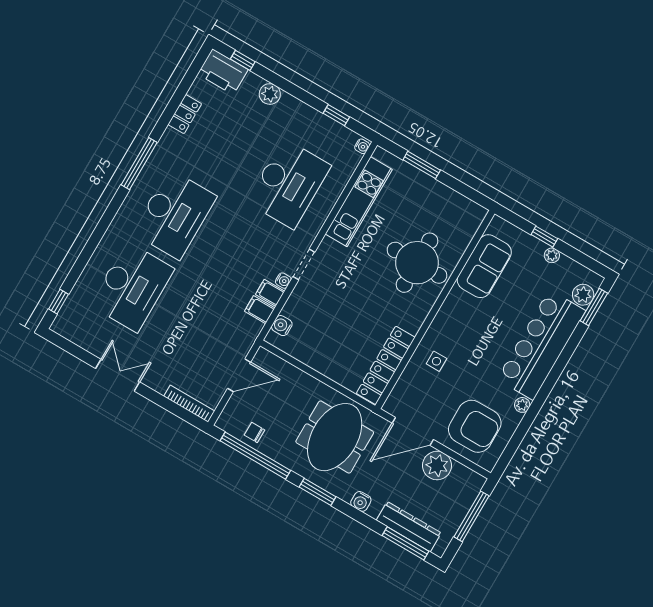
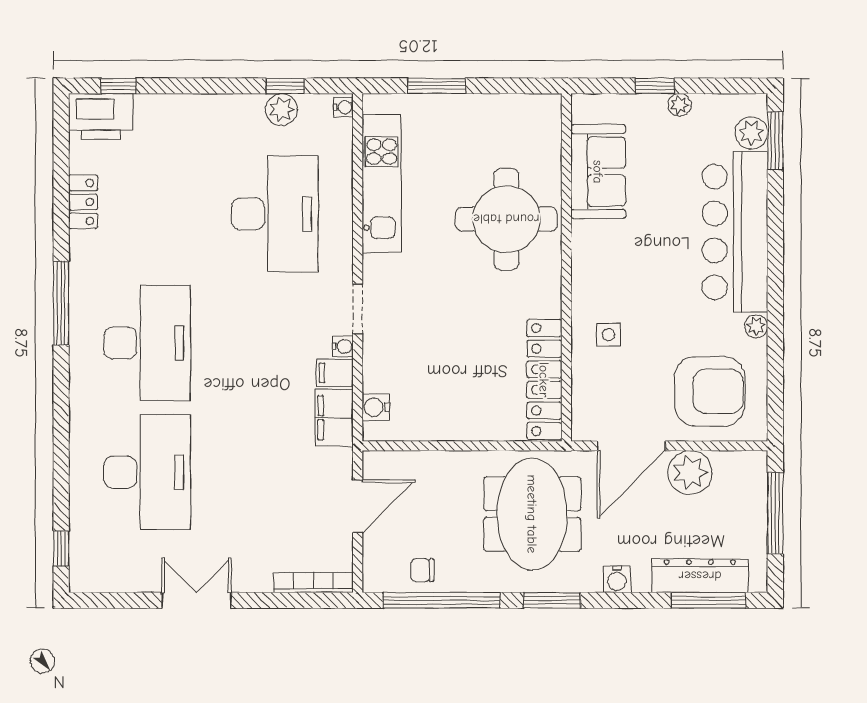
plant: (270, 94) -> (281, 109), moved
filing cabinet: (260, 310) -> (334, 418), width x2.00

